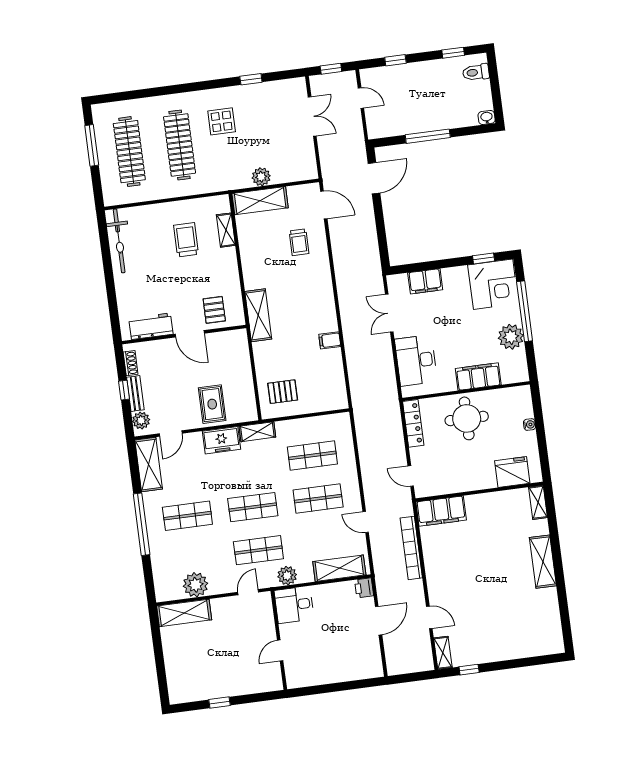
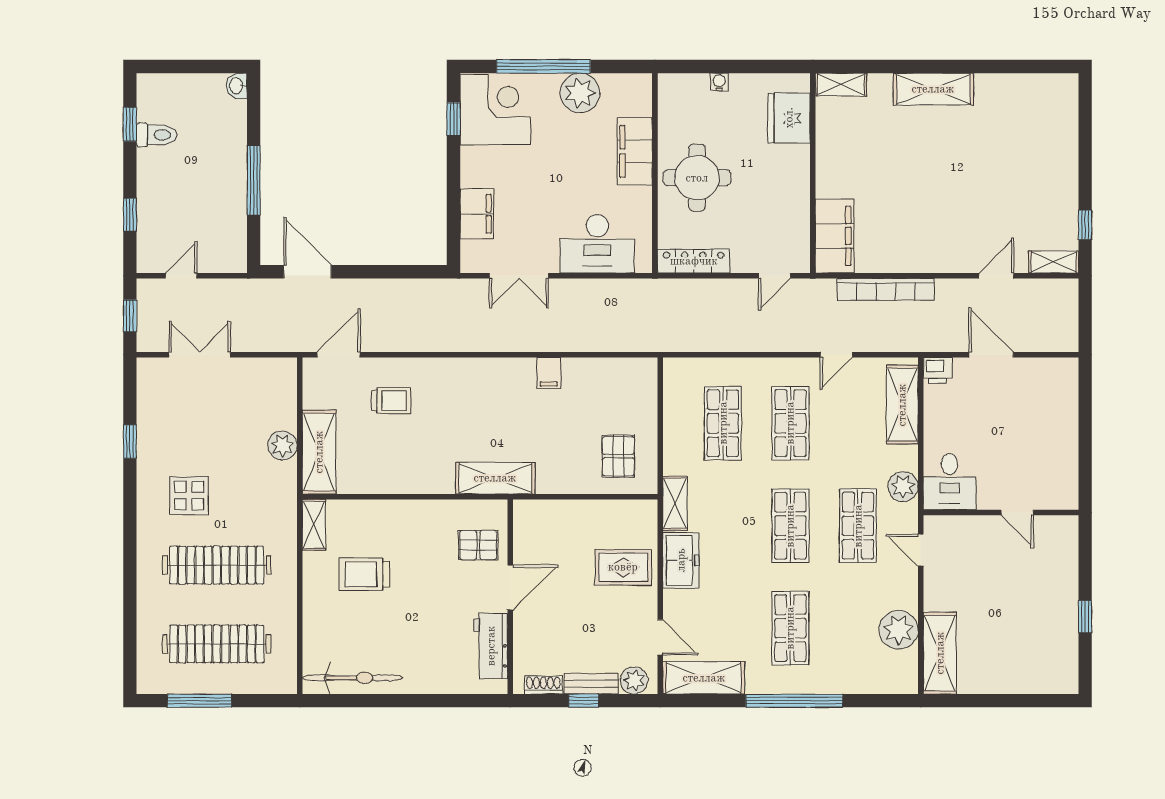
toilet: (476, 72) -> (157, 135), moved, turned -90
shelving: (226, 230) -> (314, 525), moved, turned 90

